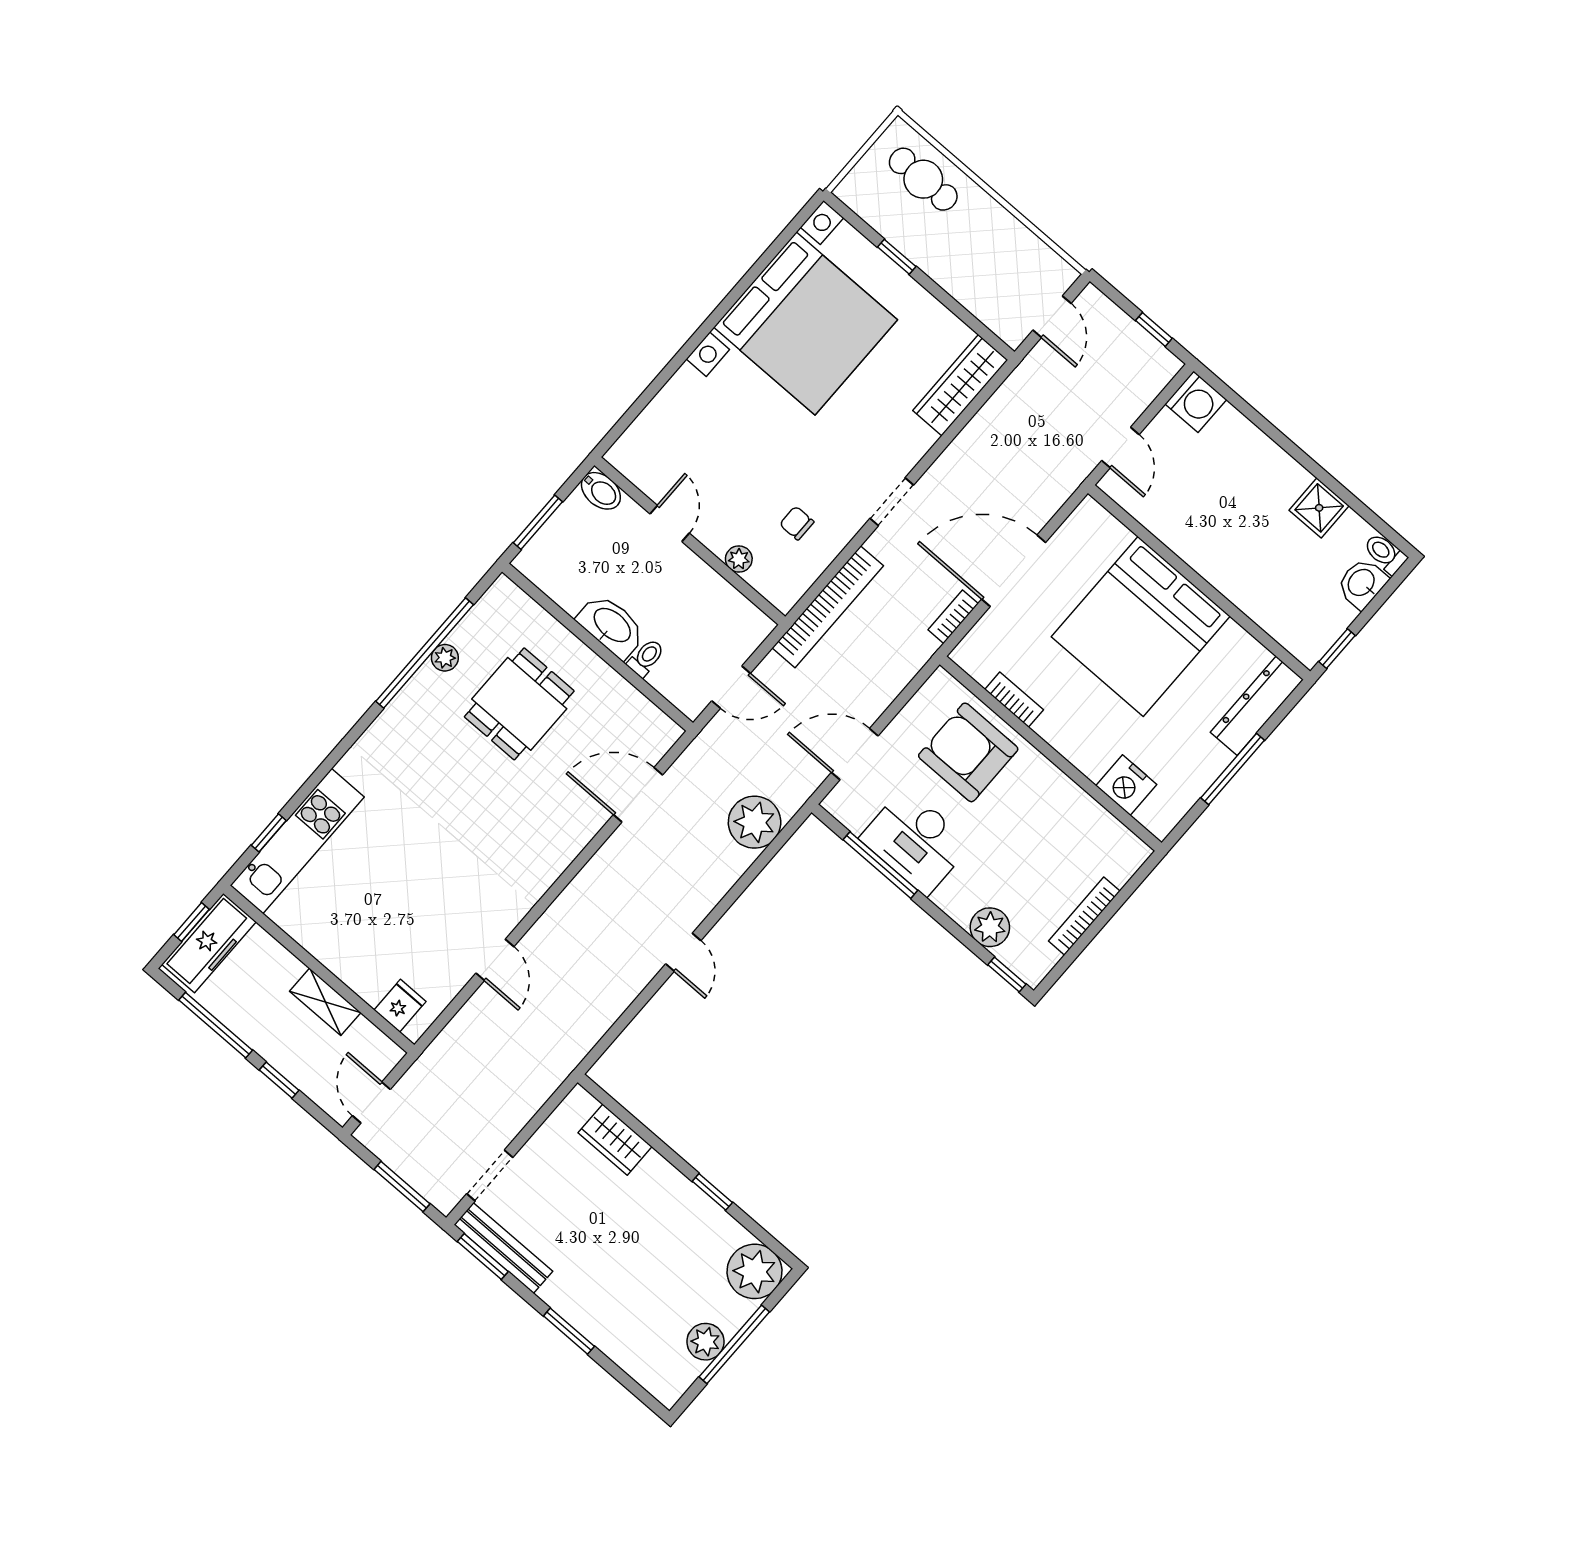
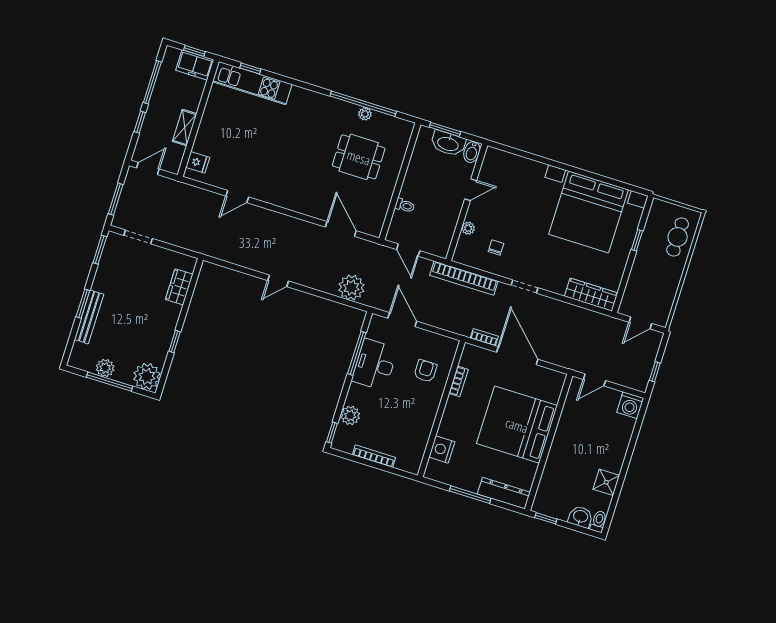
washbasin: (611, 626) -> (448, 143), moved, turned 90
armchair: (968, 752) -> (425, 371), width x0.53, depth x0.53
freezer: (209, 943) -> (195, 65), width x0.71
bench: (503, 1248) -> (89, 317), moved

